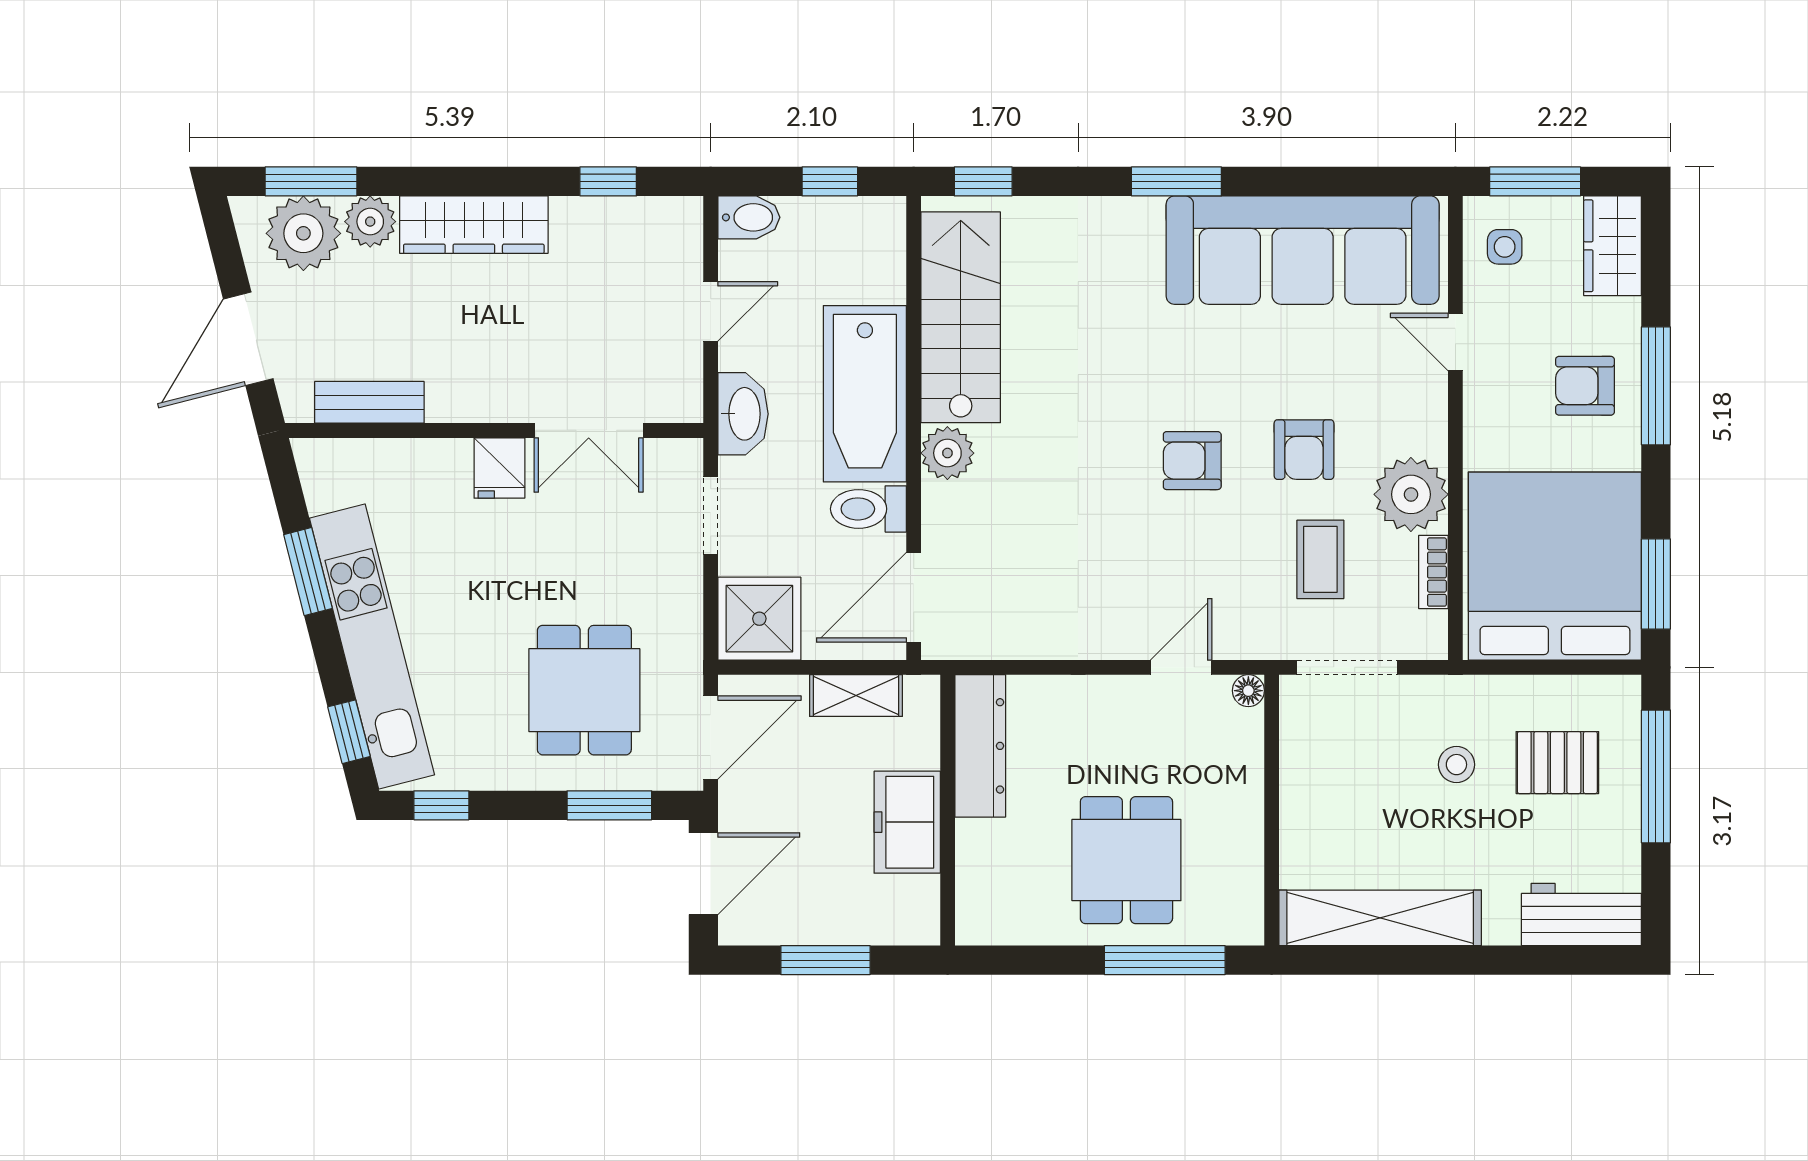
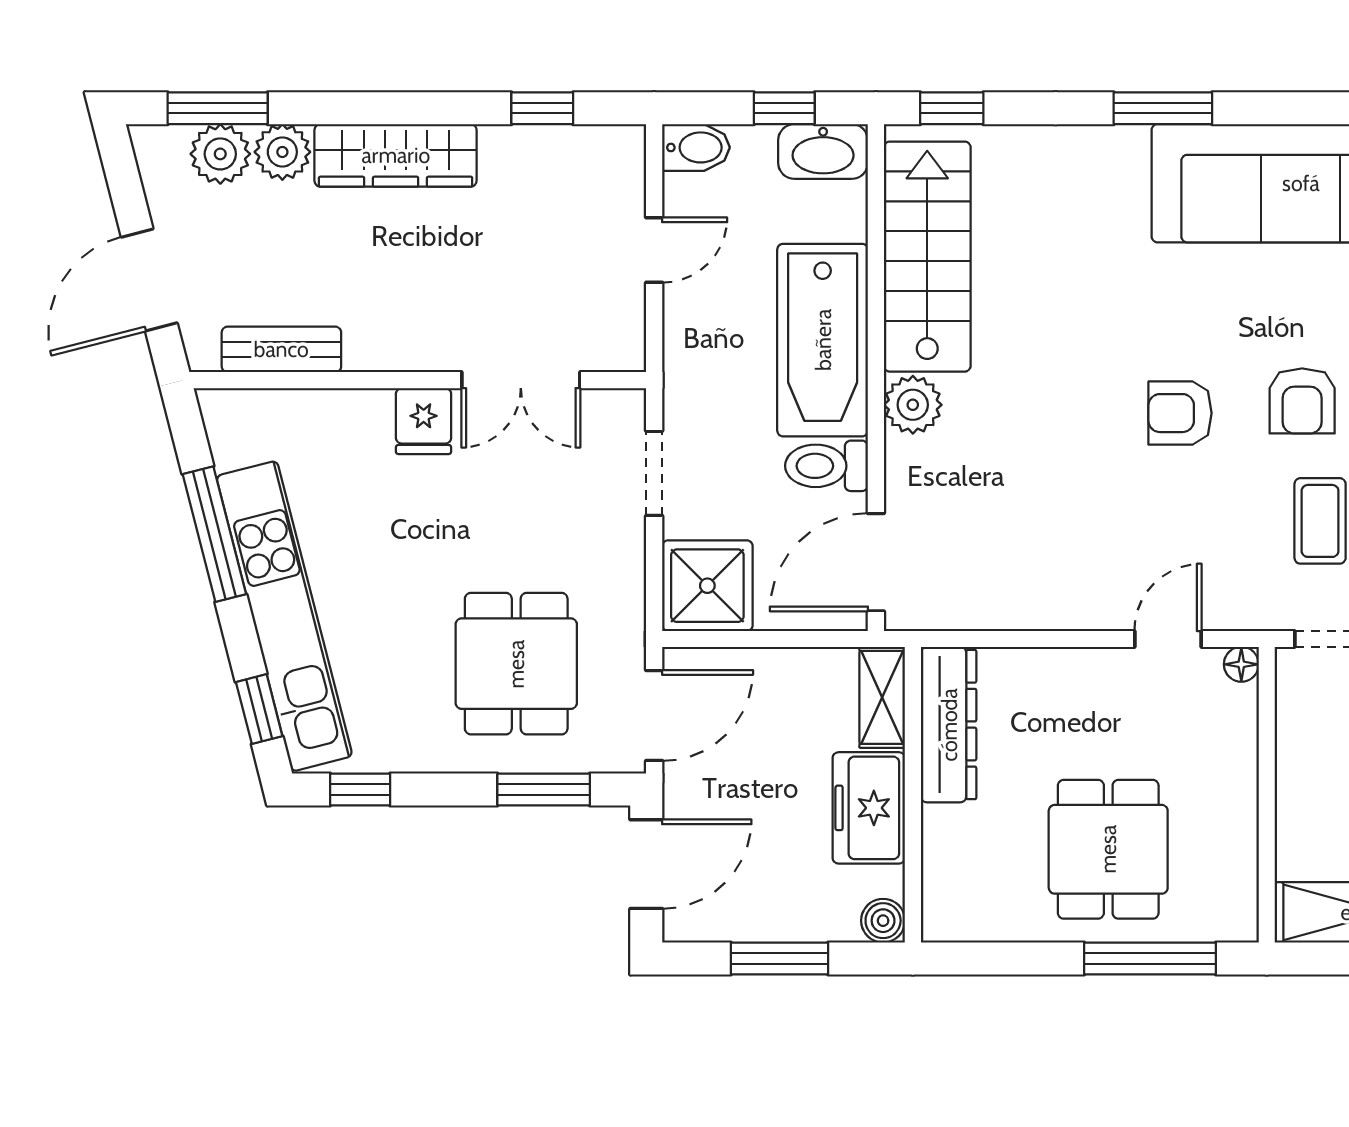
plant: (303, 233) -> (220, 154), width x0.73, depth x0.73
washbasin: (743, 414) -> (823, 151), moved, turned 90
window: (308, 571) -> (214, 534), width x1.44
shelving: (856, 696) -> (882, 697), moved, turned 90
boiler: (920, 925) -> (883, 921), added

